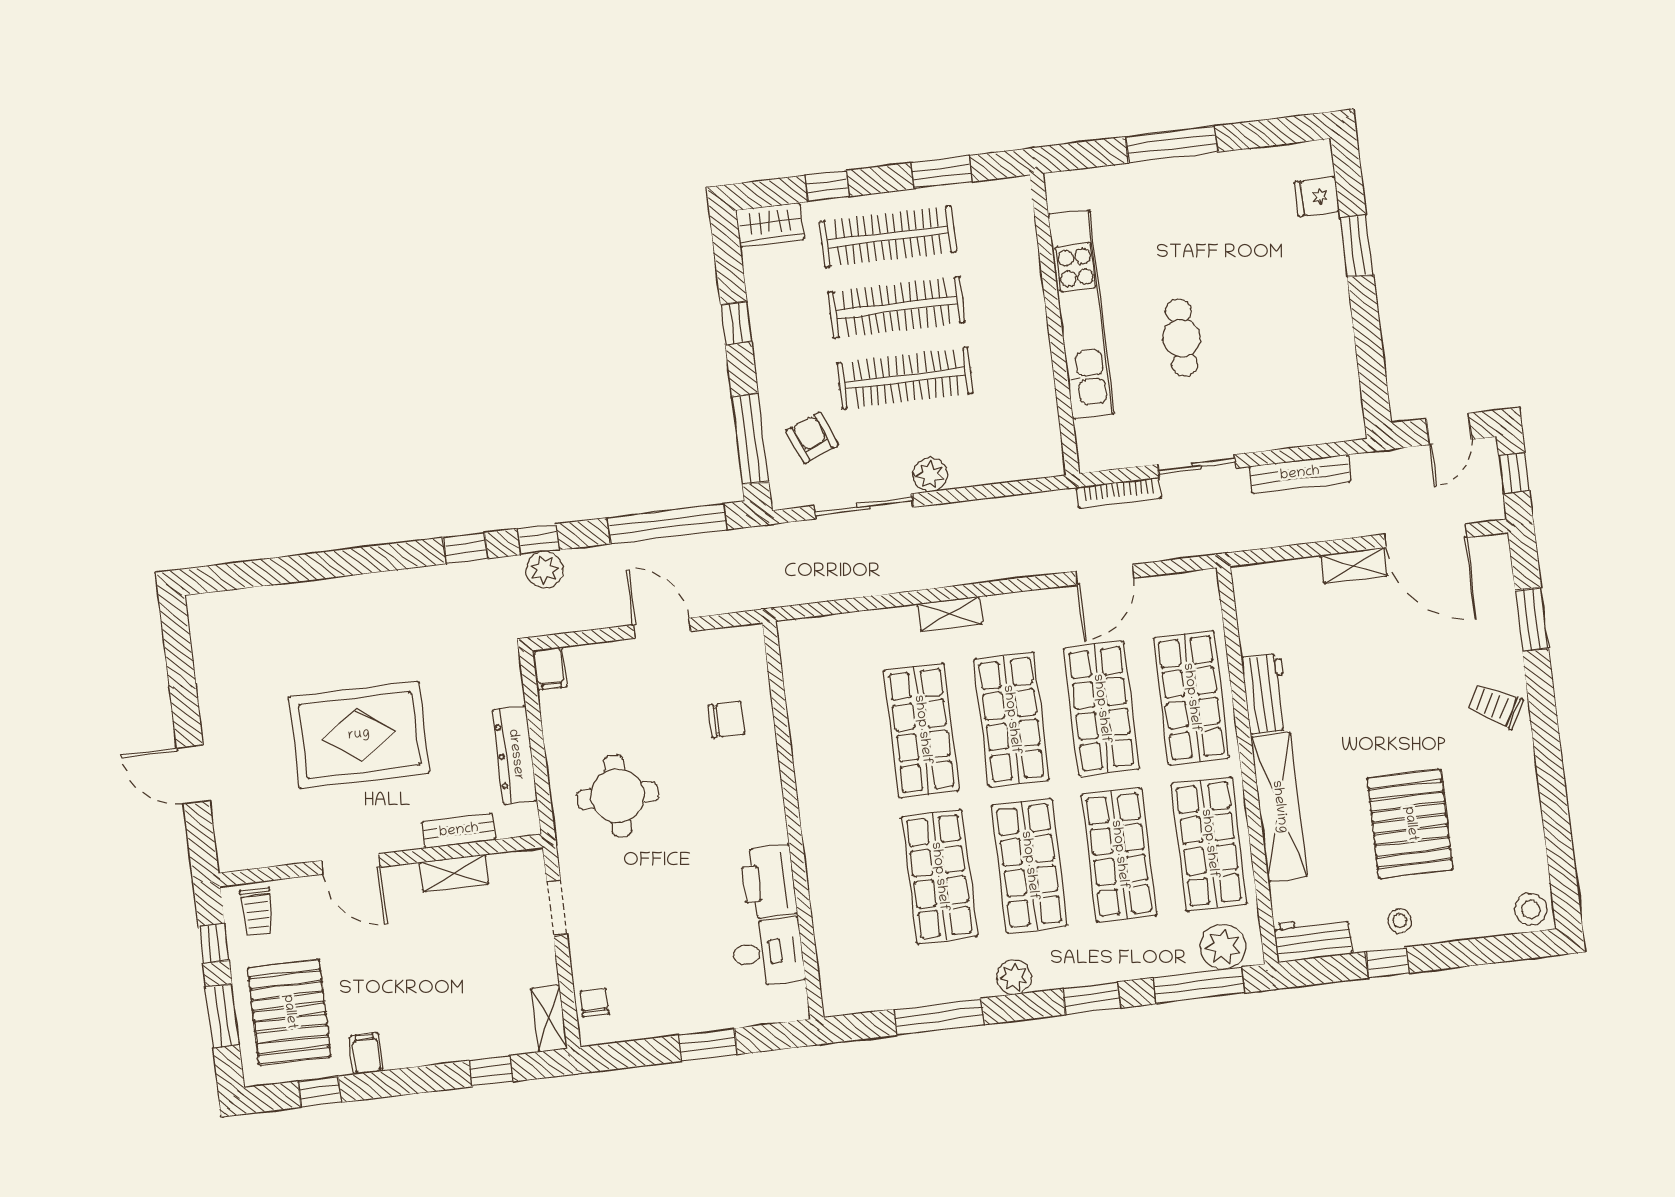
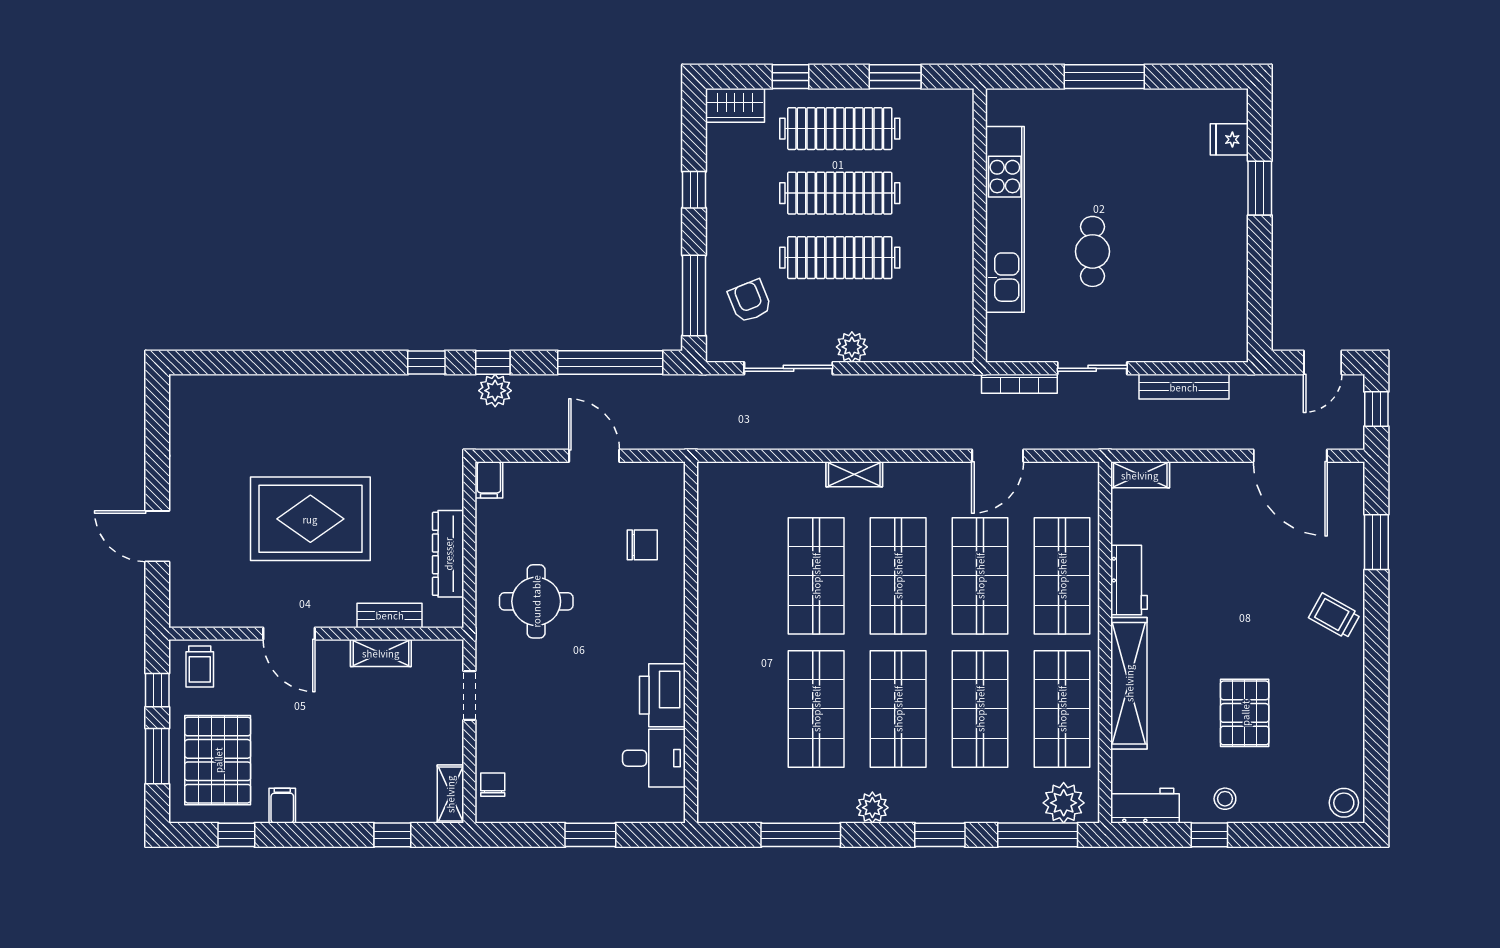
shelving: (1354, 566) -> (1140, 475), moved
pallet: (1410, 824) -> (1245, 713), width x0.73, depth x0.71

